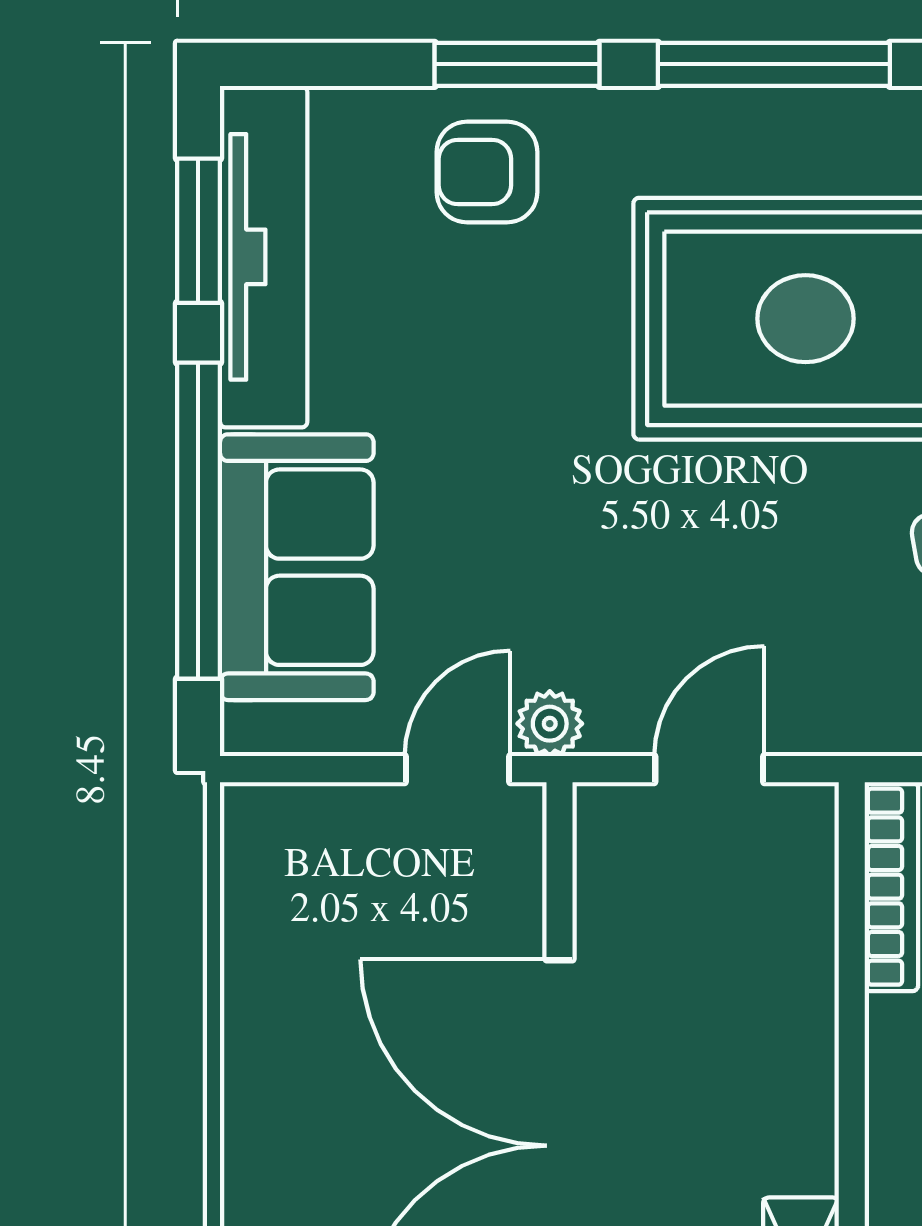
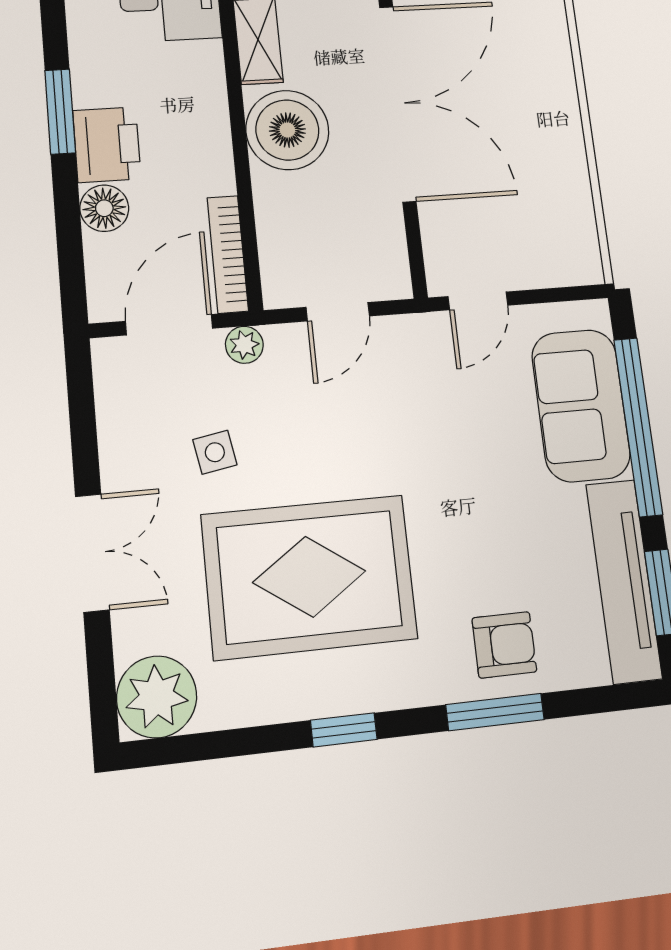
window: (774, 64) -> (344, 730), width x0.46
plant: (550, 724) -> (244, 345), moved
boiler: (765, 1107) -> (287, 130), added

